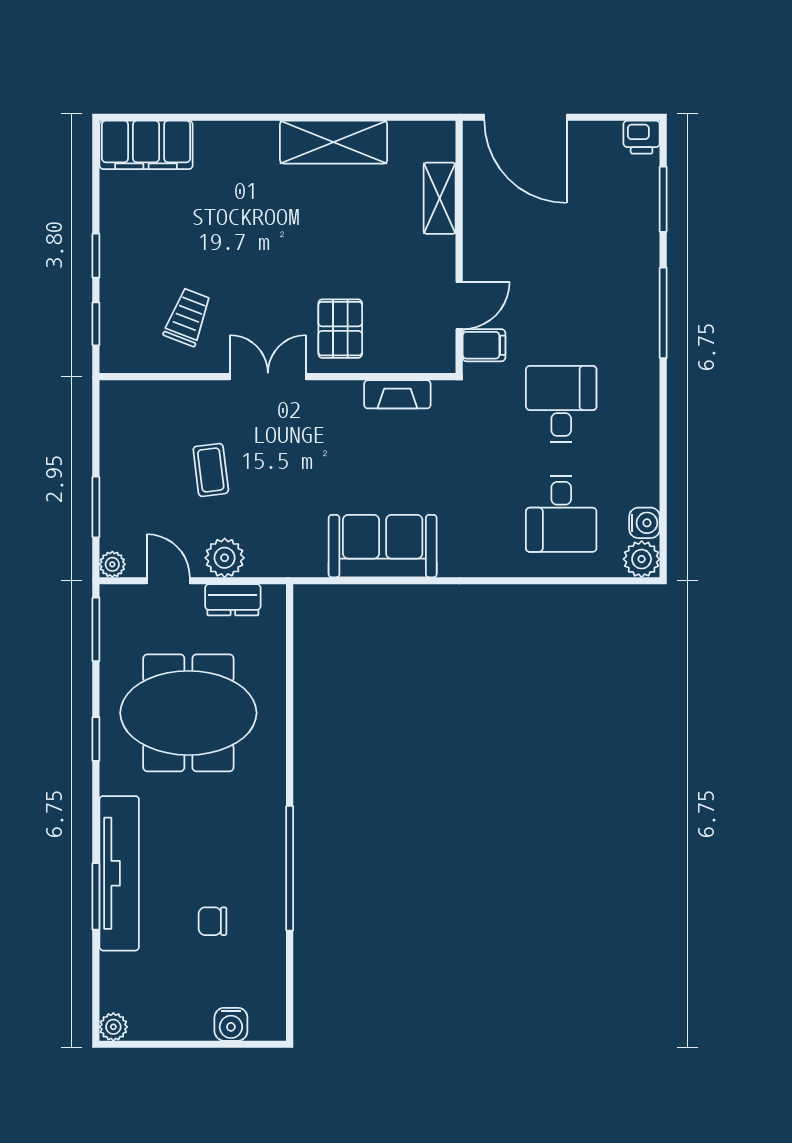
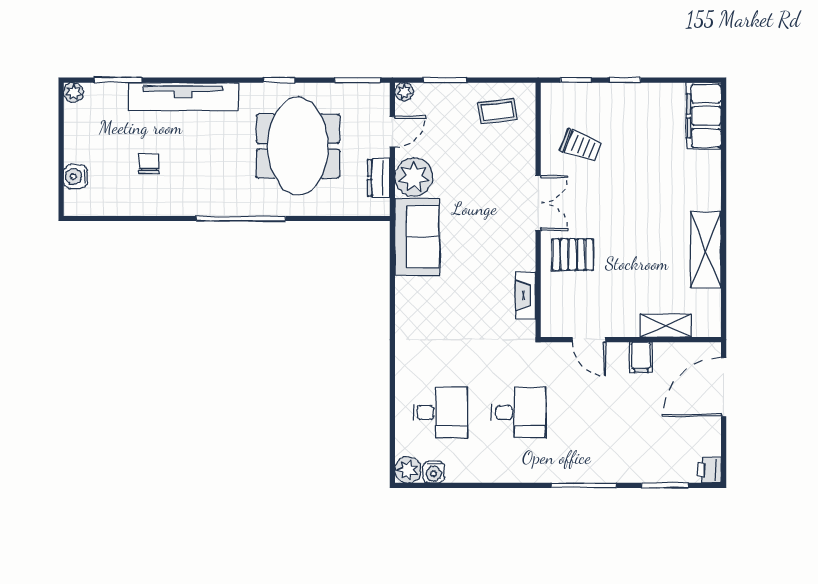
filing cabinet: (484, 345) -> (641, 357), moved
coffee table: (211, 470) -> (497, 111), moved
desk: (561, 514) -> (440, 413), turned 180
sofa: (383, 546) -> (417, 237), moved
plant: (225, 558) -> (414, 177), width x1.36, depth x1.36
window: (290, 868) -> (241, 218), moved
window: (96, 896) -> (118, 80), moved

